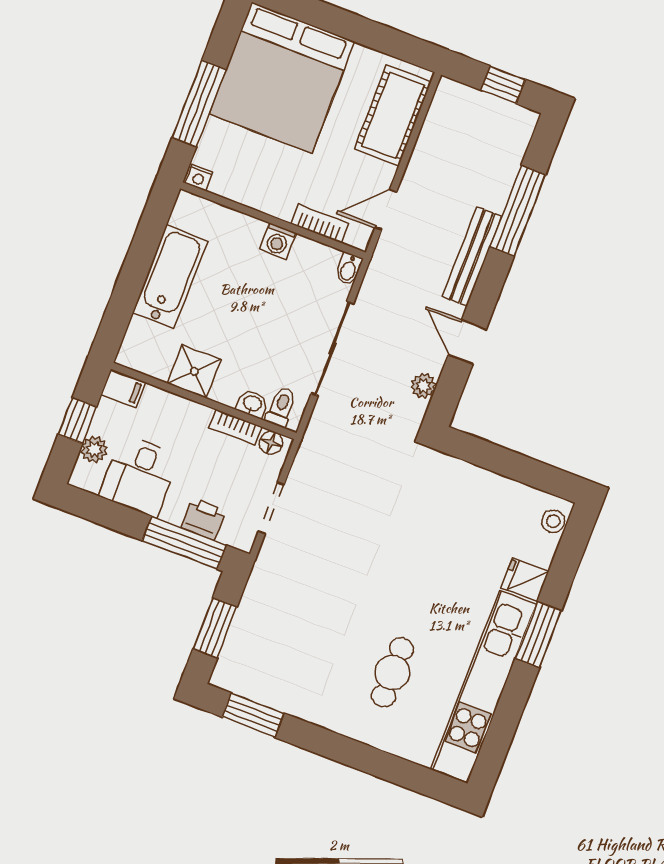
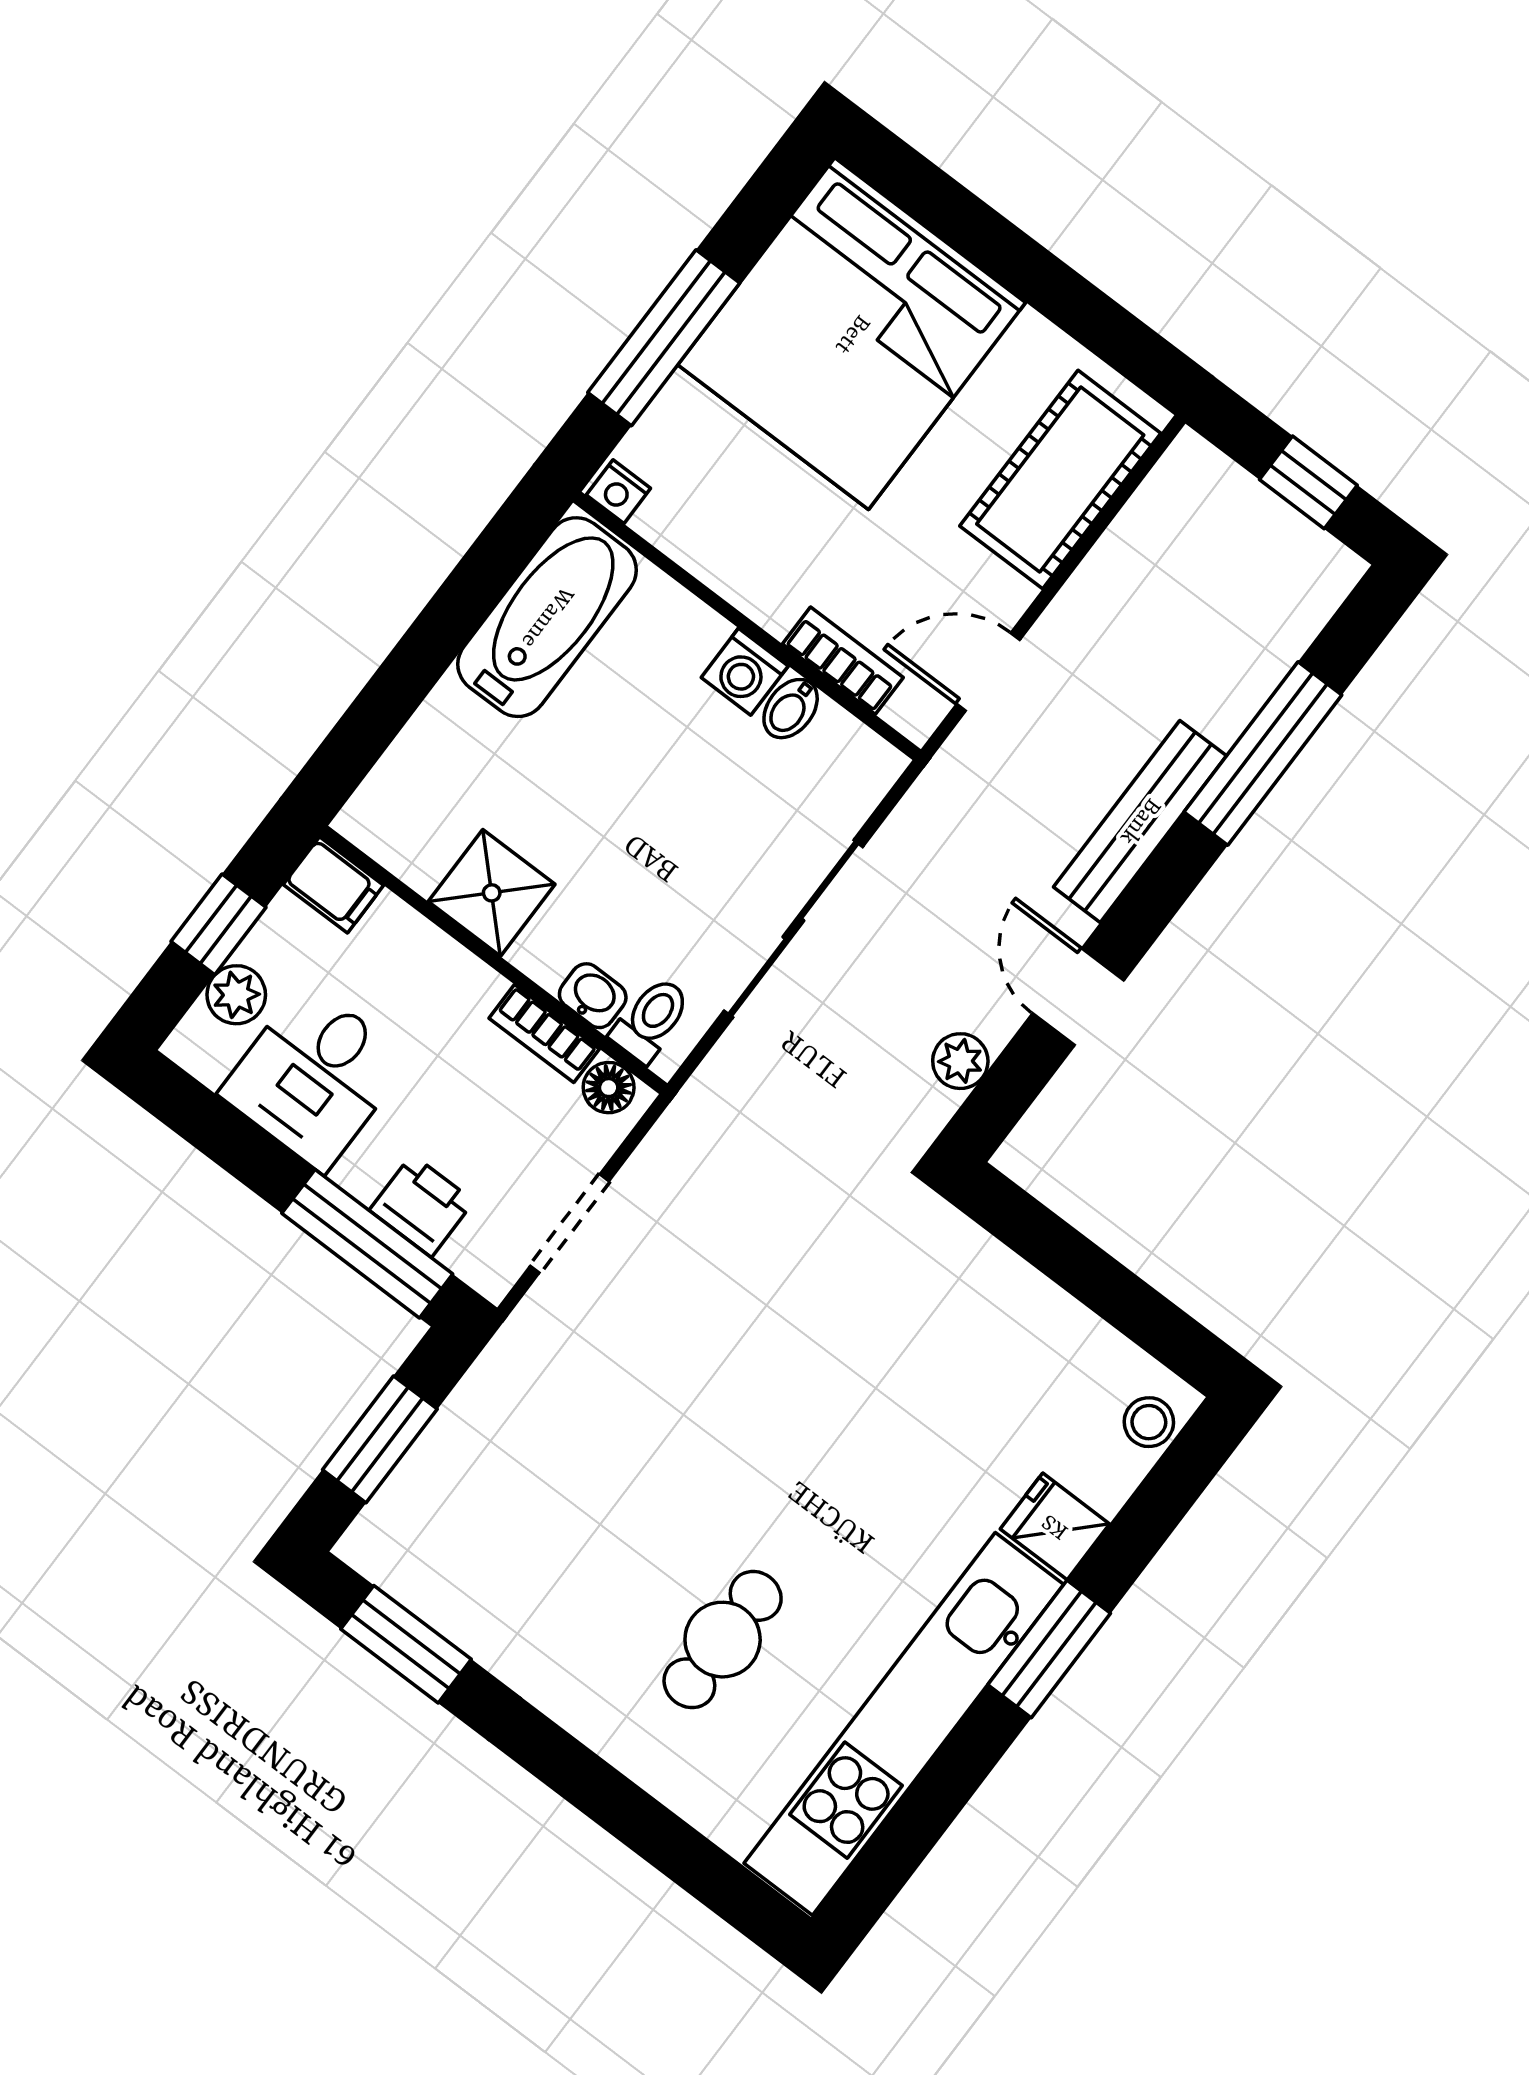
bidet: (349, 269) -> (791, 709), moved
bathtub: (170, 277) -> (547, 617), moved

